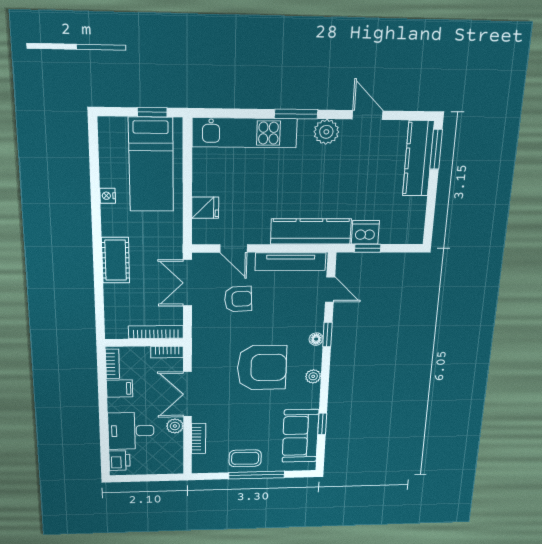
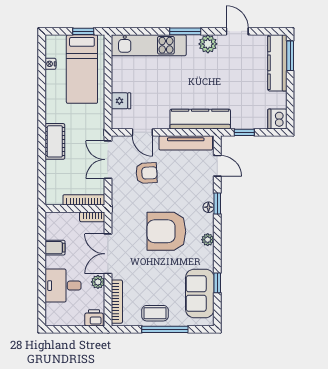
nightstand: (108, 196) -> (50, 64), moved
dishwasher: (365, 232) -> (277, 119), moved, turned -90
bookcase: (112, 364) -> (50, 226), removed
armchair: (262, 368) -> (166, 231), turned 180
bookcase: (198, 438) -> (117, 302), width x1.56
printer: (120, 461) -> (94, 318), moved, turned -90

